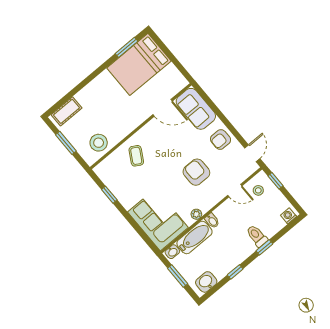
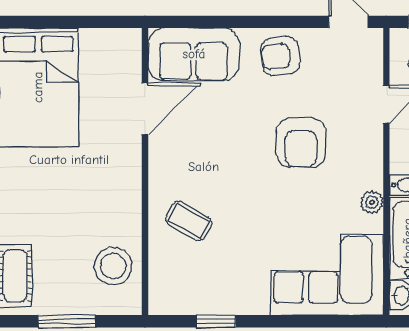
armchair: (221, 139) -> (280, 56), turned 83
armchair: (196, 172) -> (301, 143), turned -89

